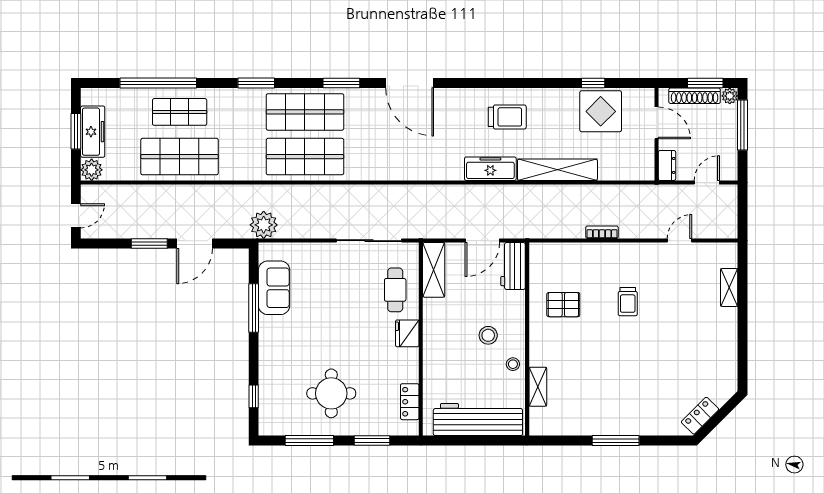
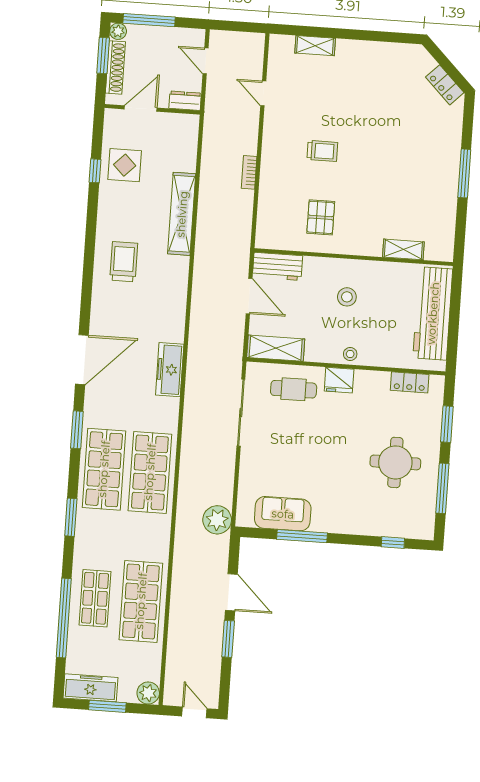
display table: (601, 111) -> (125, 165), width x0.73, depth x0.73
freezer: (93, 132) -> (91, 688), moved
freezer: (490, 169) -> (170, 370), moved
stool: (513, 364) -> (350, 354), moved

